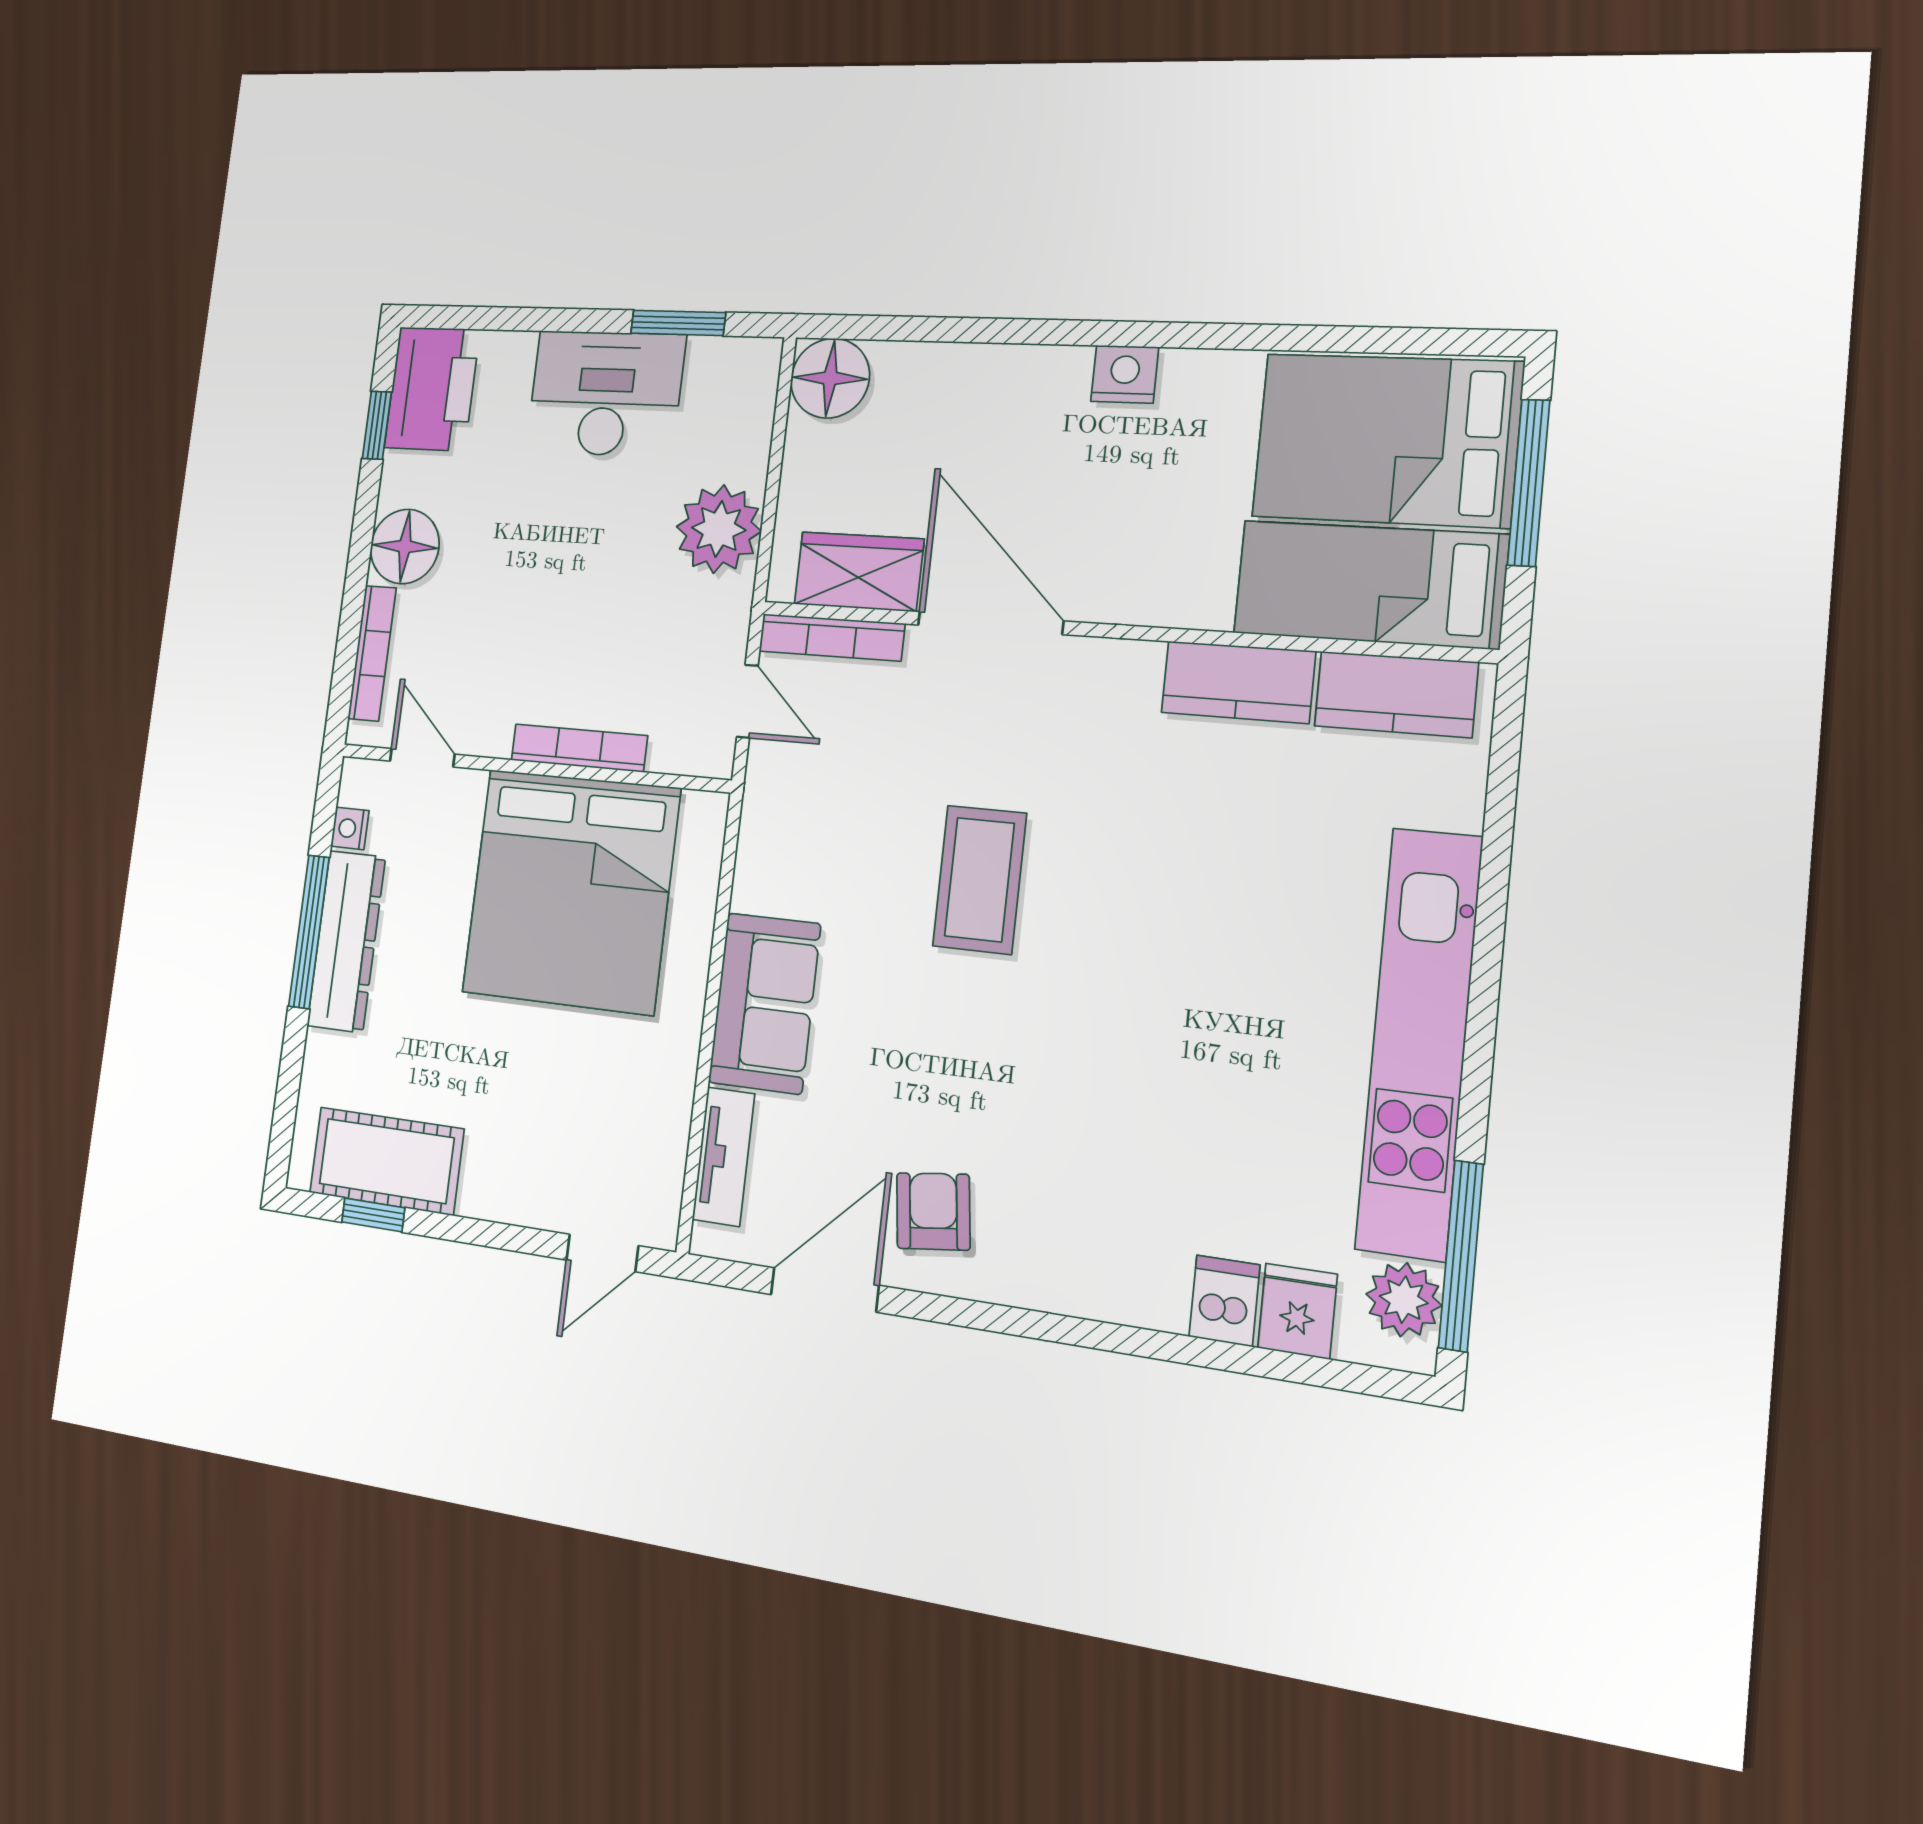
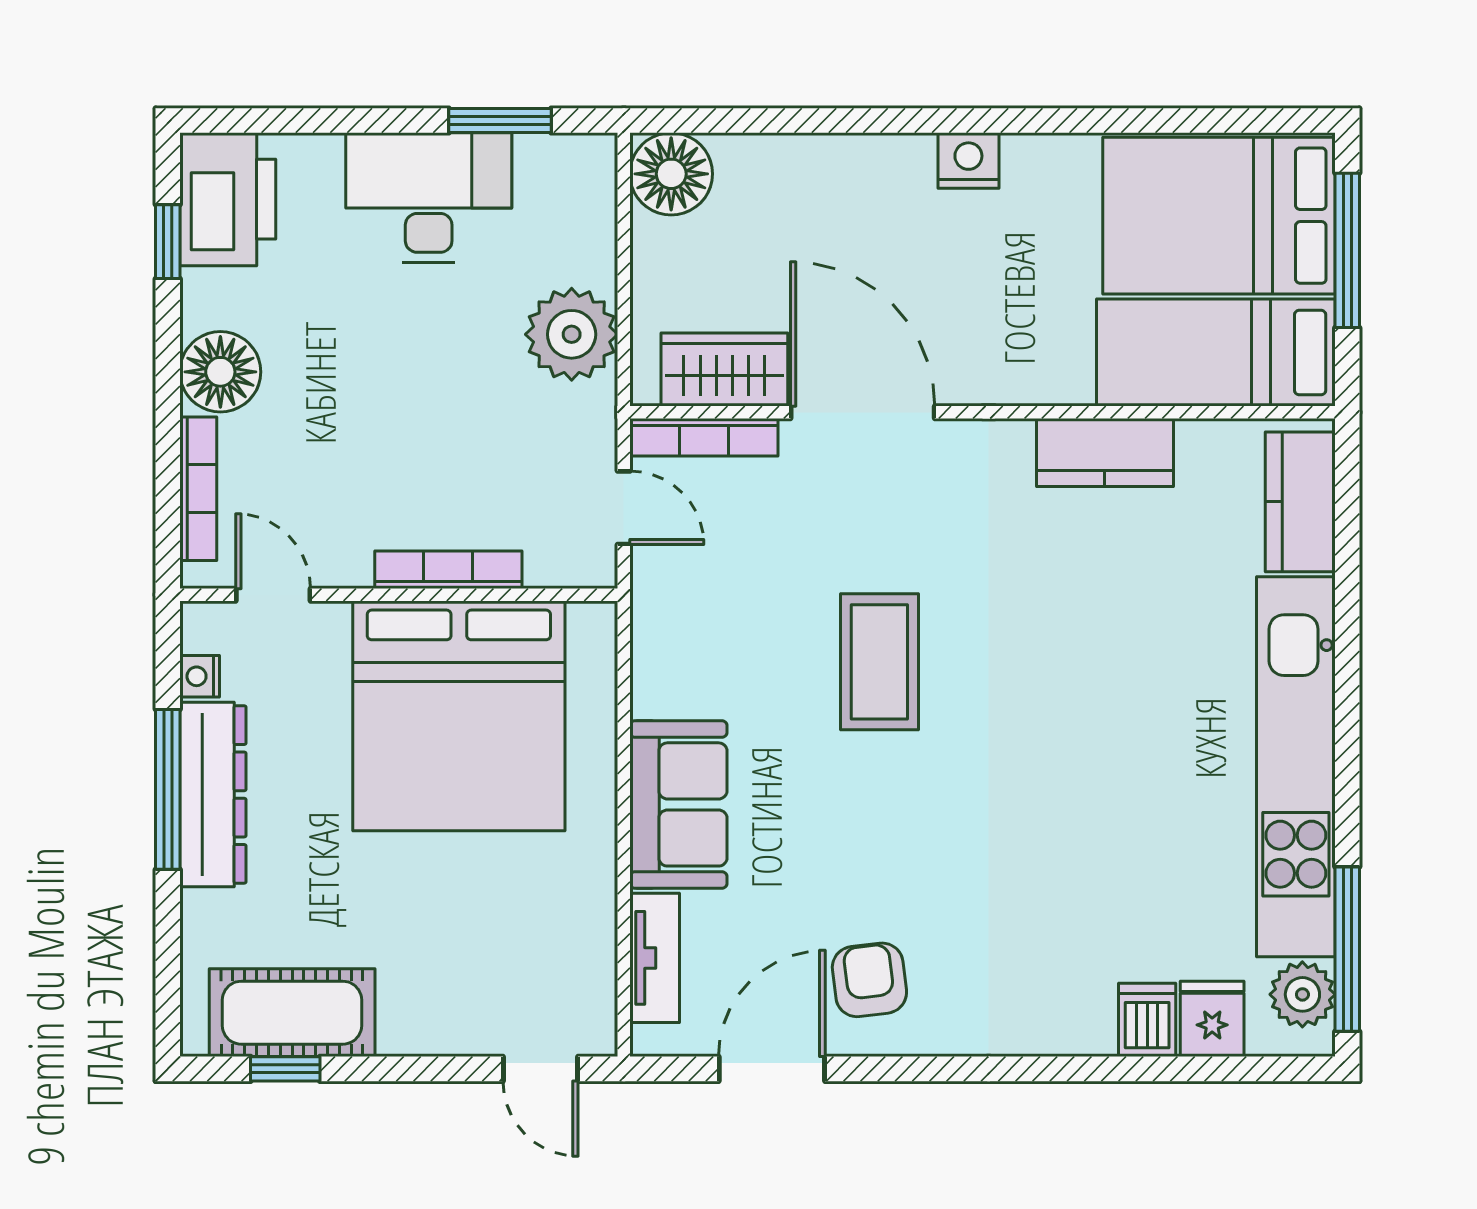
kitchen counter: (1396, 694) -> (1300, 502), moved, turned 90
door: (602, 1253) -> (541, 1069), hinge flipped

